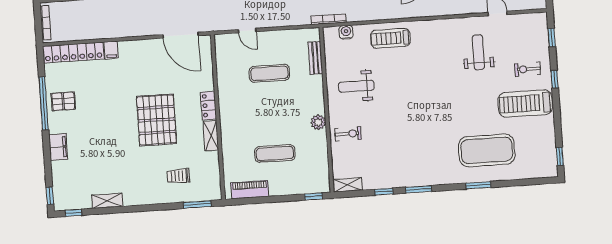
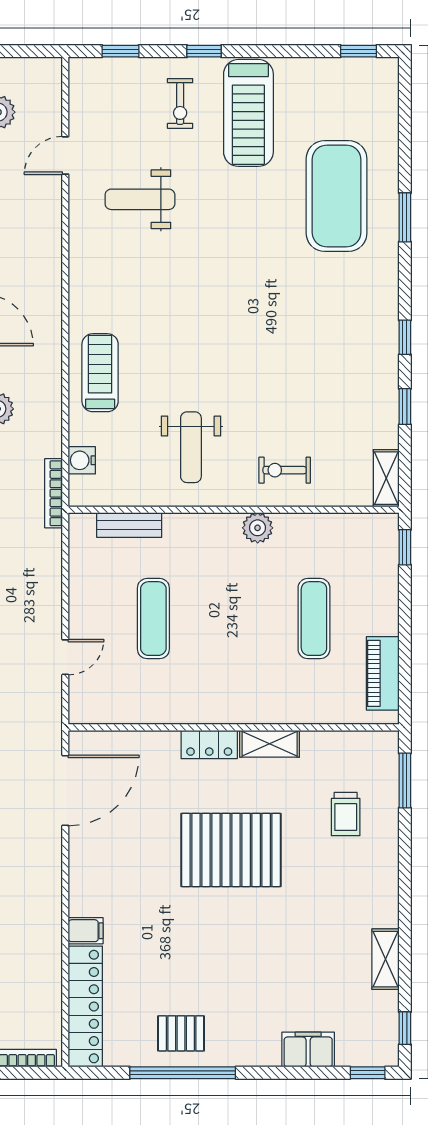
treadmill: (390, 38) -> (100, 373), turned 180
pallet: (63, 101) -> (181, 1033), turned 90
exercise bike: (348, 134) -> (285, 470), turned -90
filing cabinet: (58, 147) -> (308, 1050), moved
window: (418, 189) -> (405, 337), width x0.67

